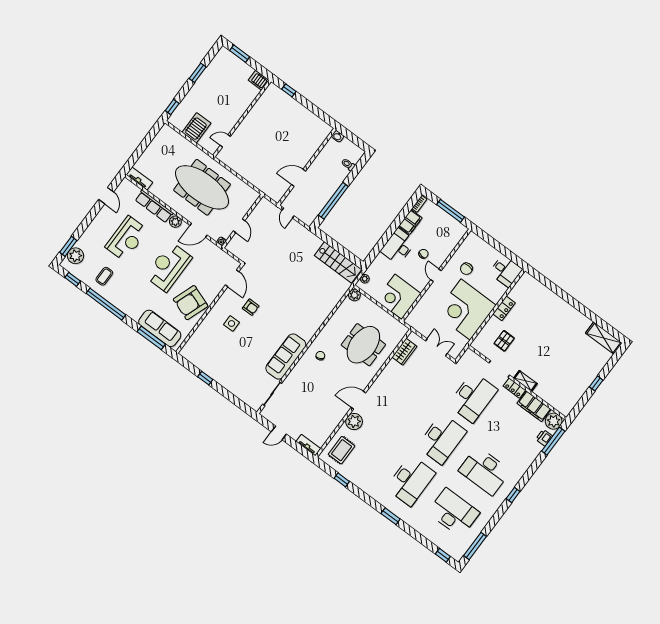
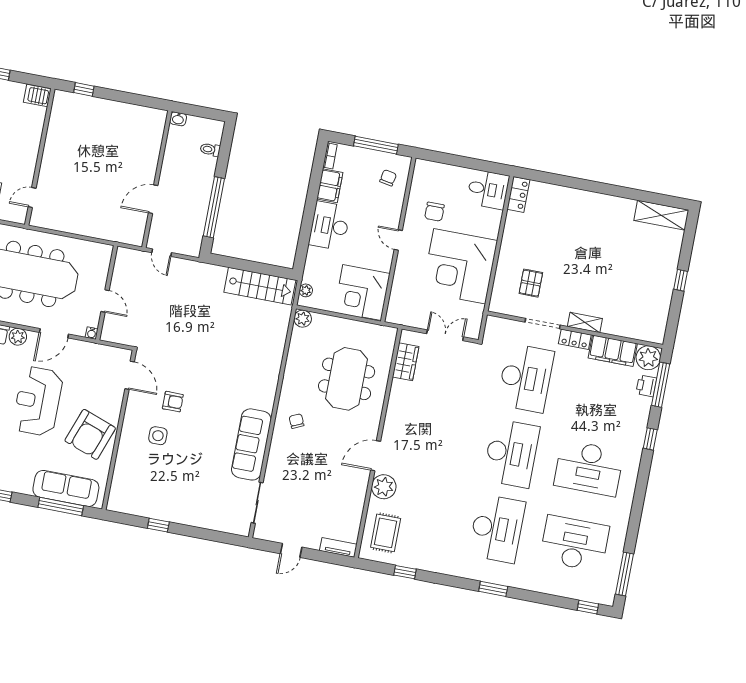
chair: (423, 254) -> (388, 178), moved
locker: (504, 308) -> (518, 194), moved
window: (513, 495) -> (650, 439), moved

